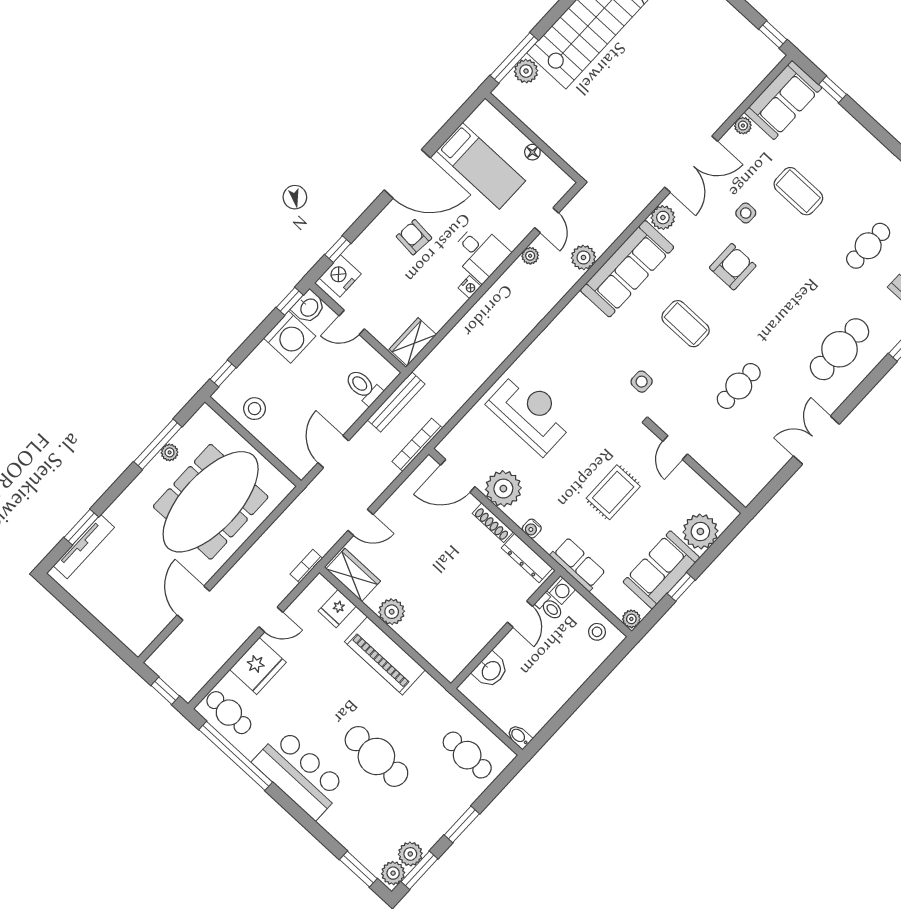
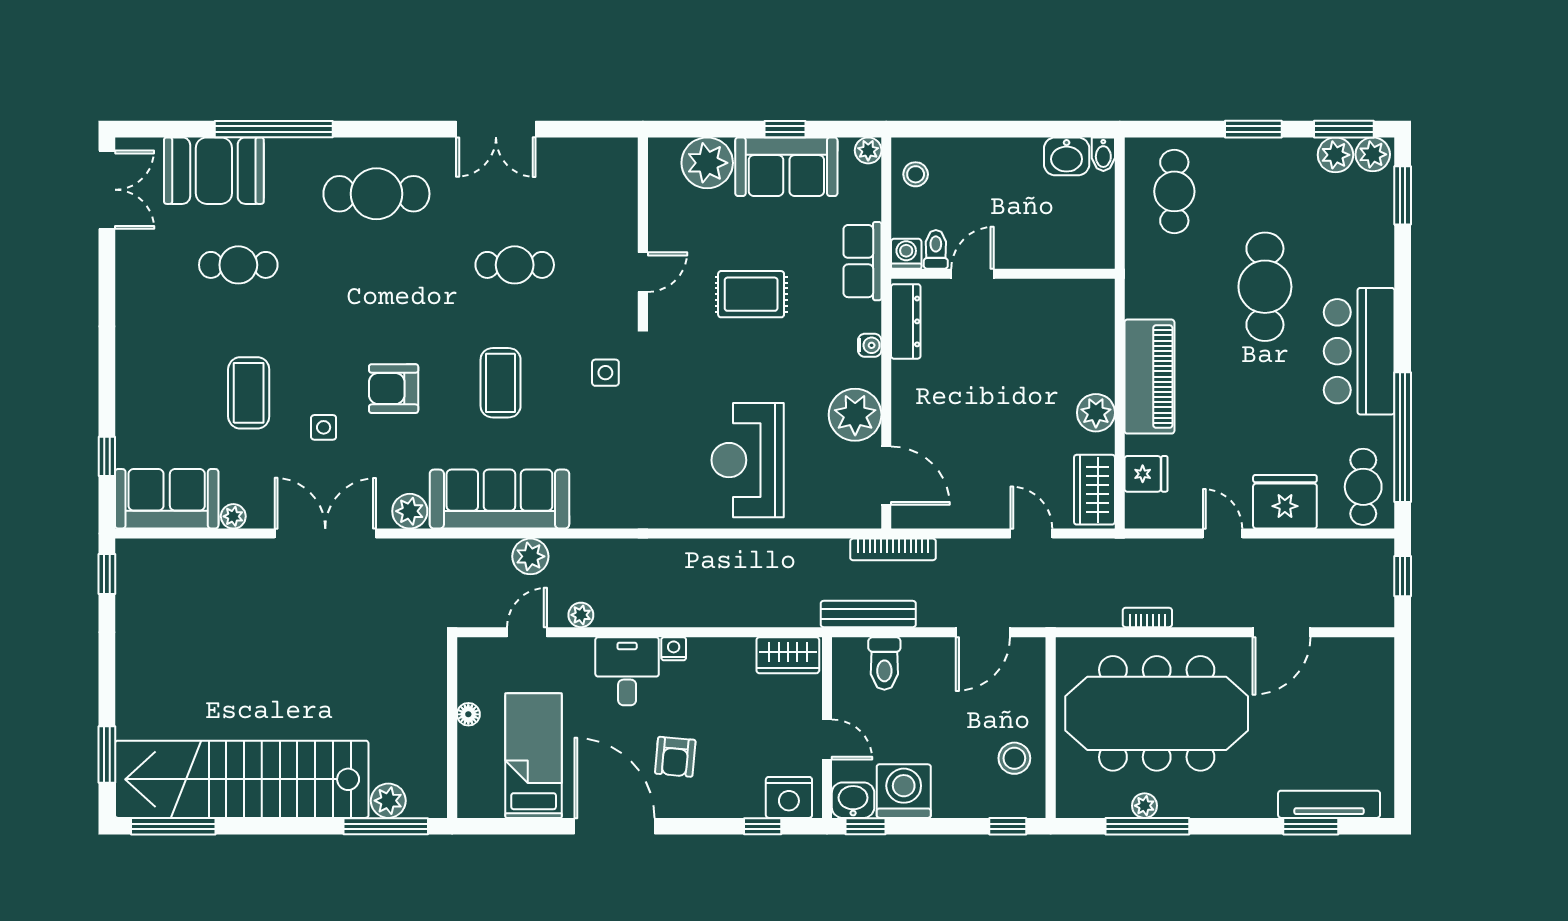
shoe rack: (493, 523) -> (902, 393), removed
bookcase: (306, 566) -> (1147, 617), moved, turned 180
washbasin: (491, 670) -> (1067, 156), moved, turned 180

